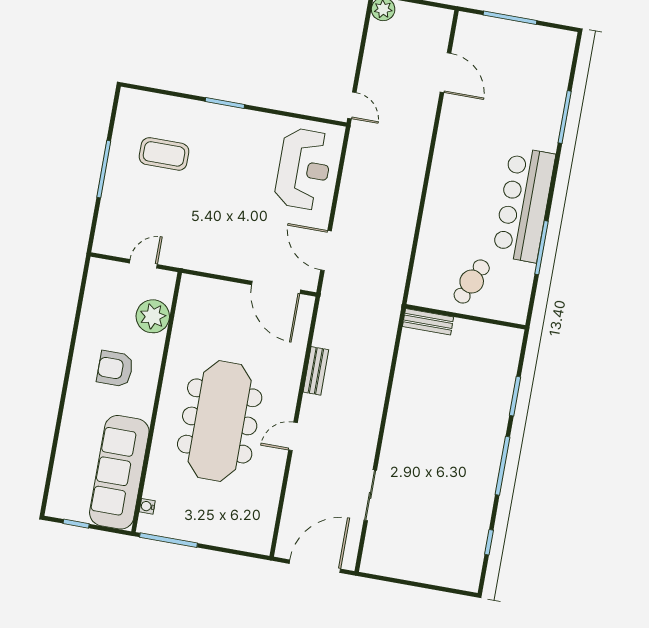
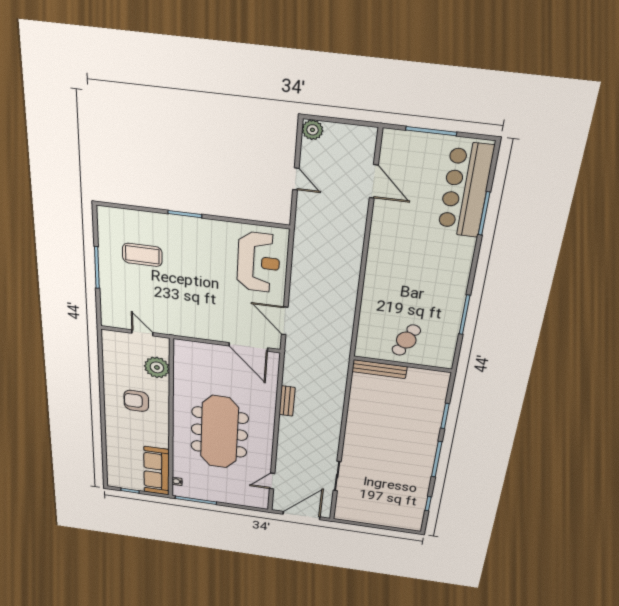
door: (352, 105) -> (296, 179), moved
bar counter: (524, 205) -> (465, 190), moved
door: (143, 264) -> (142, 333), hinge flipped
bench: (428, 322) -> (379, 369), width x1.36
door: (293, 436) -> (272, 481), moved
sofa: (119, 472) -> (157, 471), width x0.74, depth x0.79

